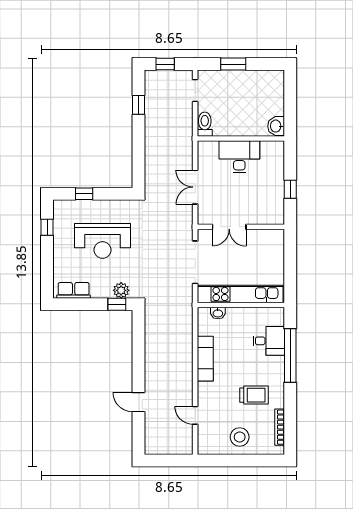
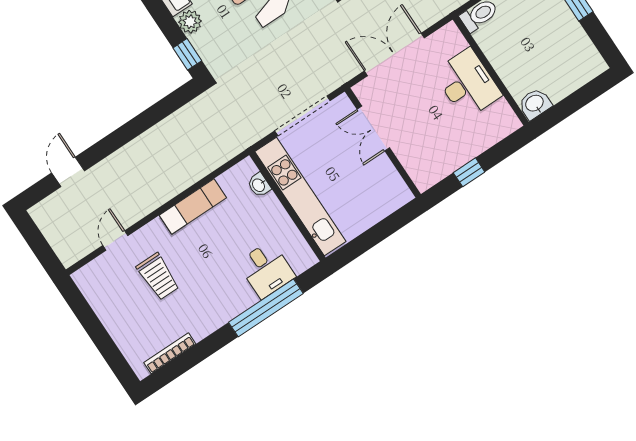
double door: (195, 187) -> (394, 54), width x1.37
plant: (121, 290) -> (190, 22), moved
trolley: (254, 395) -> (158, 276), moved
door: (138, 402) -> (68, 172), moved
stool: (240, 437) -> (125, 312), removed

